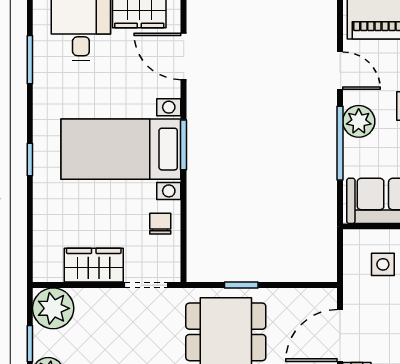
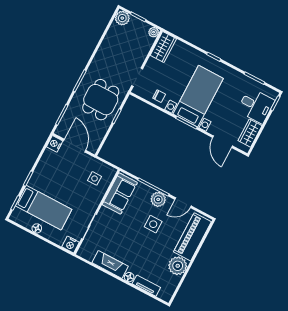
door: (184, 56) -> (223, 142), swing flipped
wardrobe: (94, 265) -> (163, 47), moved
plant: (53, 308) -> (154, 32), width x0.53, depth x0.53

